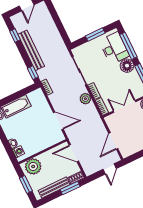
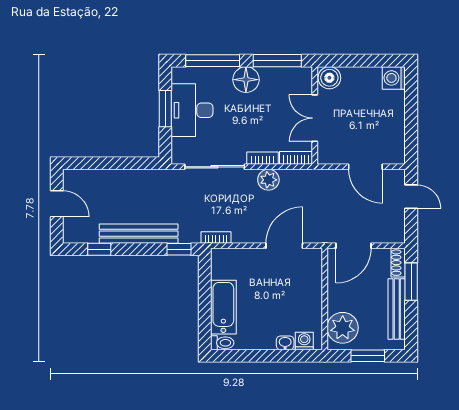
desk: (114, 48) -> (192, 110), moved, turned -90

